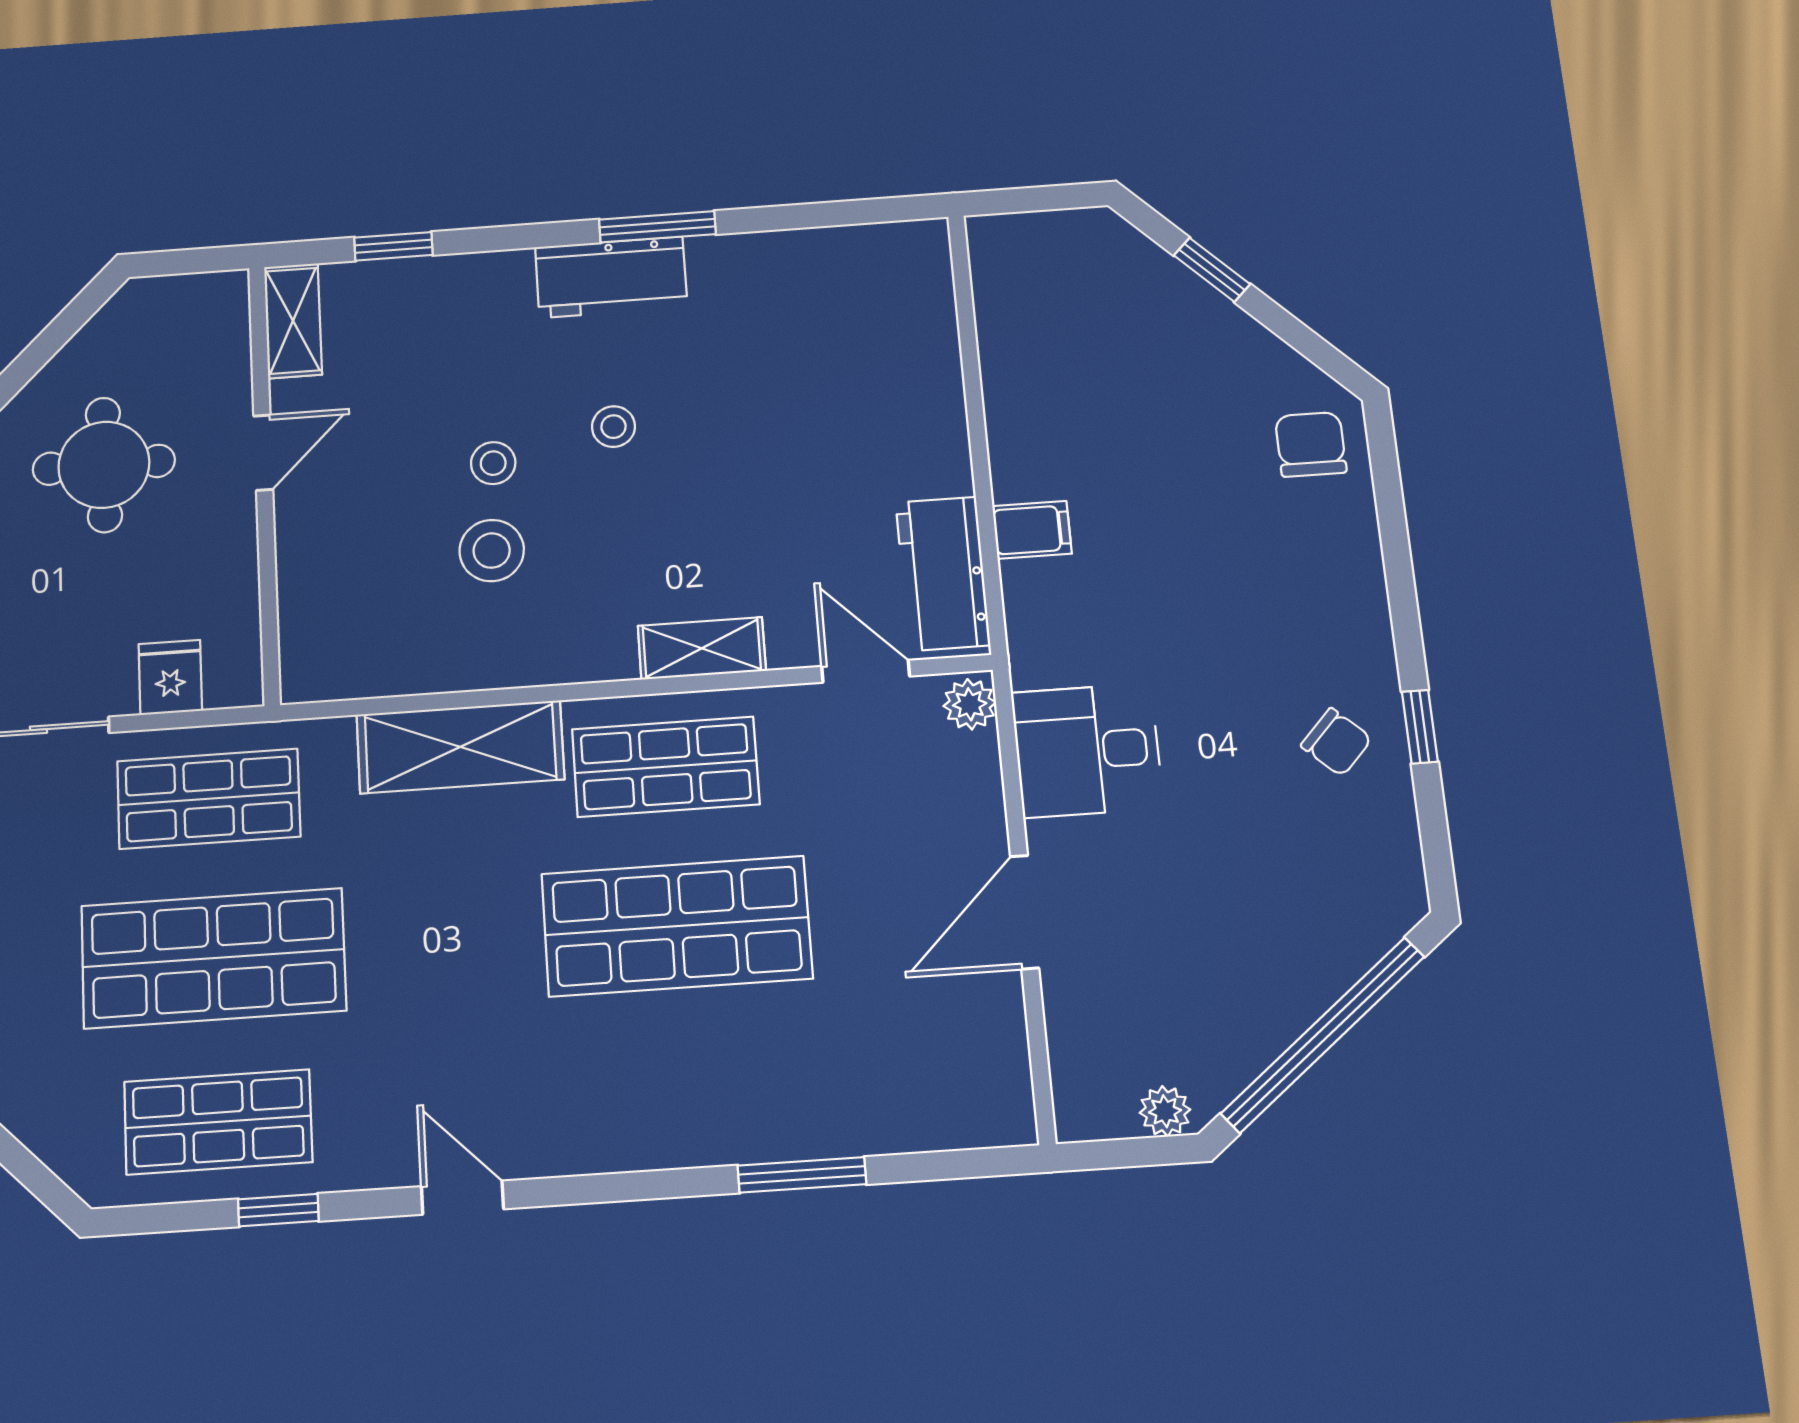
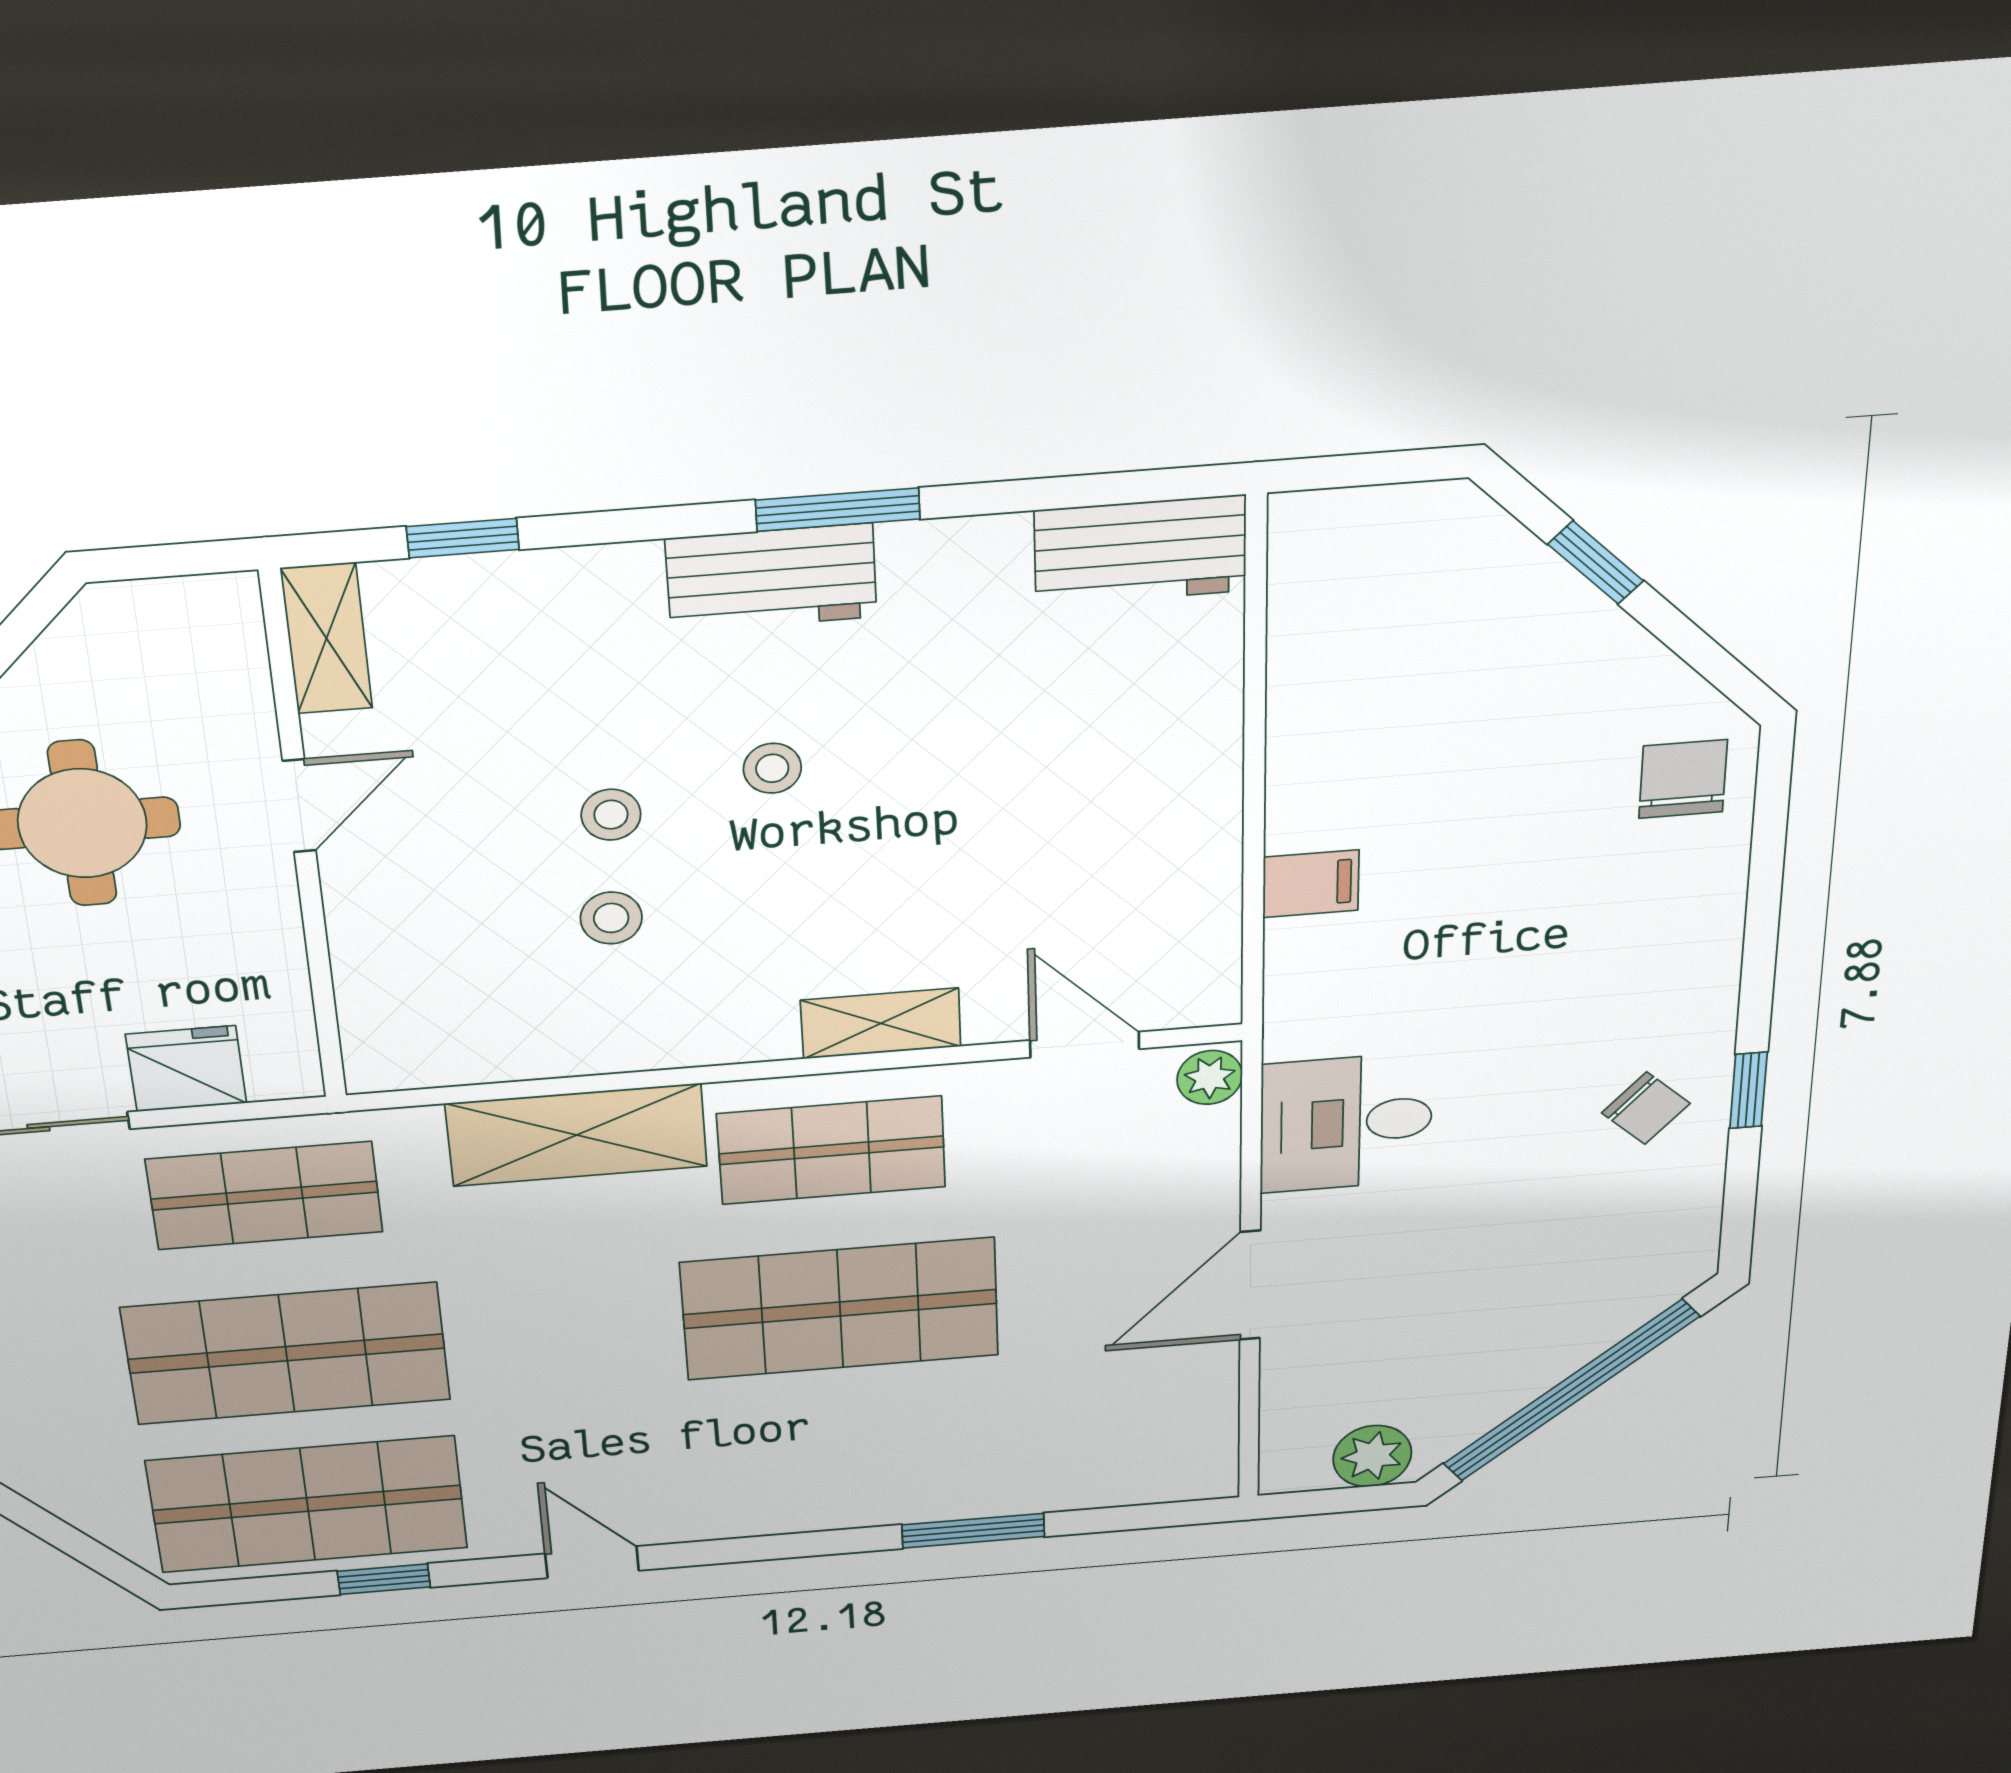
stool: (492, 551) -> (611, 918), width x0.73, depth x0.73
workbench: (943, 574) -> (1140, 551), moved, turned -90
fridge: (170, 677) -> (186, 1069), width x1.38
plant: (1165, 1111) -> (1372, 1456), width x1.38, depth x1.38
shop shelf: (218, 1122) -> (307, 1504), width x1.43, depth x1.36

